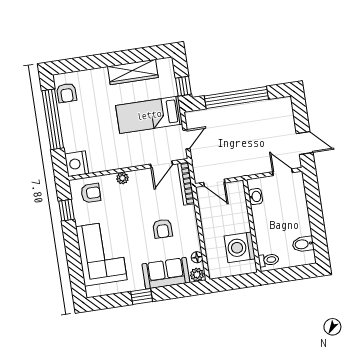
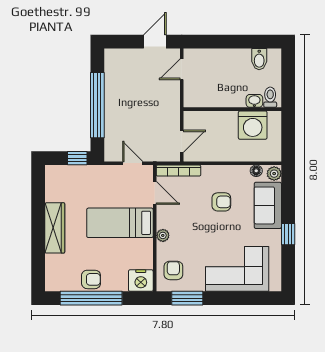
wardrobe: (133, 72) -> (55, 228), moved
armchair: (67, 93) -> (91, 279), moved
bed: (149, 115) -> (120, 223), moved, turned 90
washbasin: (255, 197) -> (254, 101), moved
window: (67, 210) -> (187, 298), width x1.50

